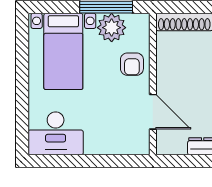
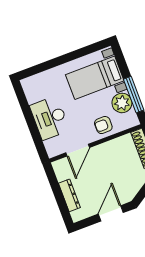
desk: (56, 133) -> (50, 118), moved

